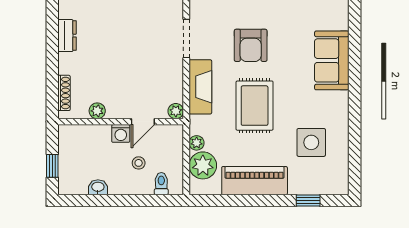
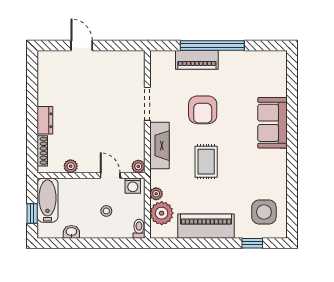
dresser: (67, 36) -> (45, 120), moved
rug: (255, 106) -> (206, 162), width x0.73, depth x0.70
door: (143, 122) -> (110, 175), swing flipped
washing machine: (121, 133) -> (133, 186), moved
side table: (311, 142) -> (264, 212), moved
bathtub: (70, 150) -> (47, 200), added
toilet: (161, 184) -> (139, 229), moved

